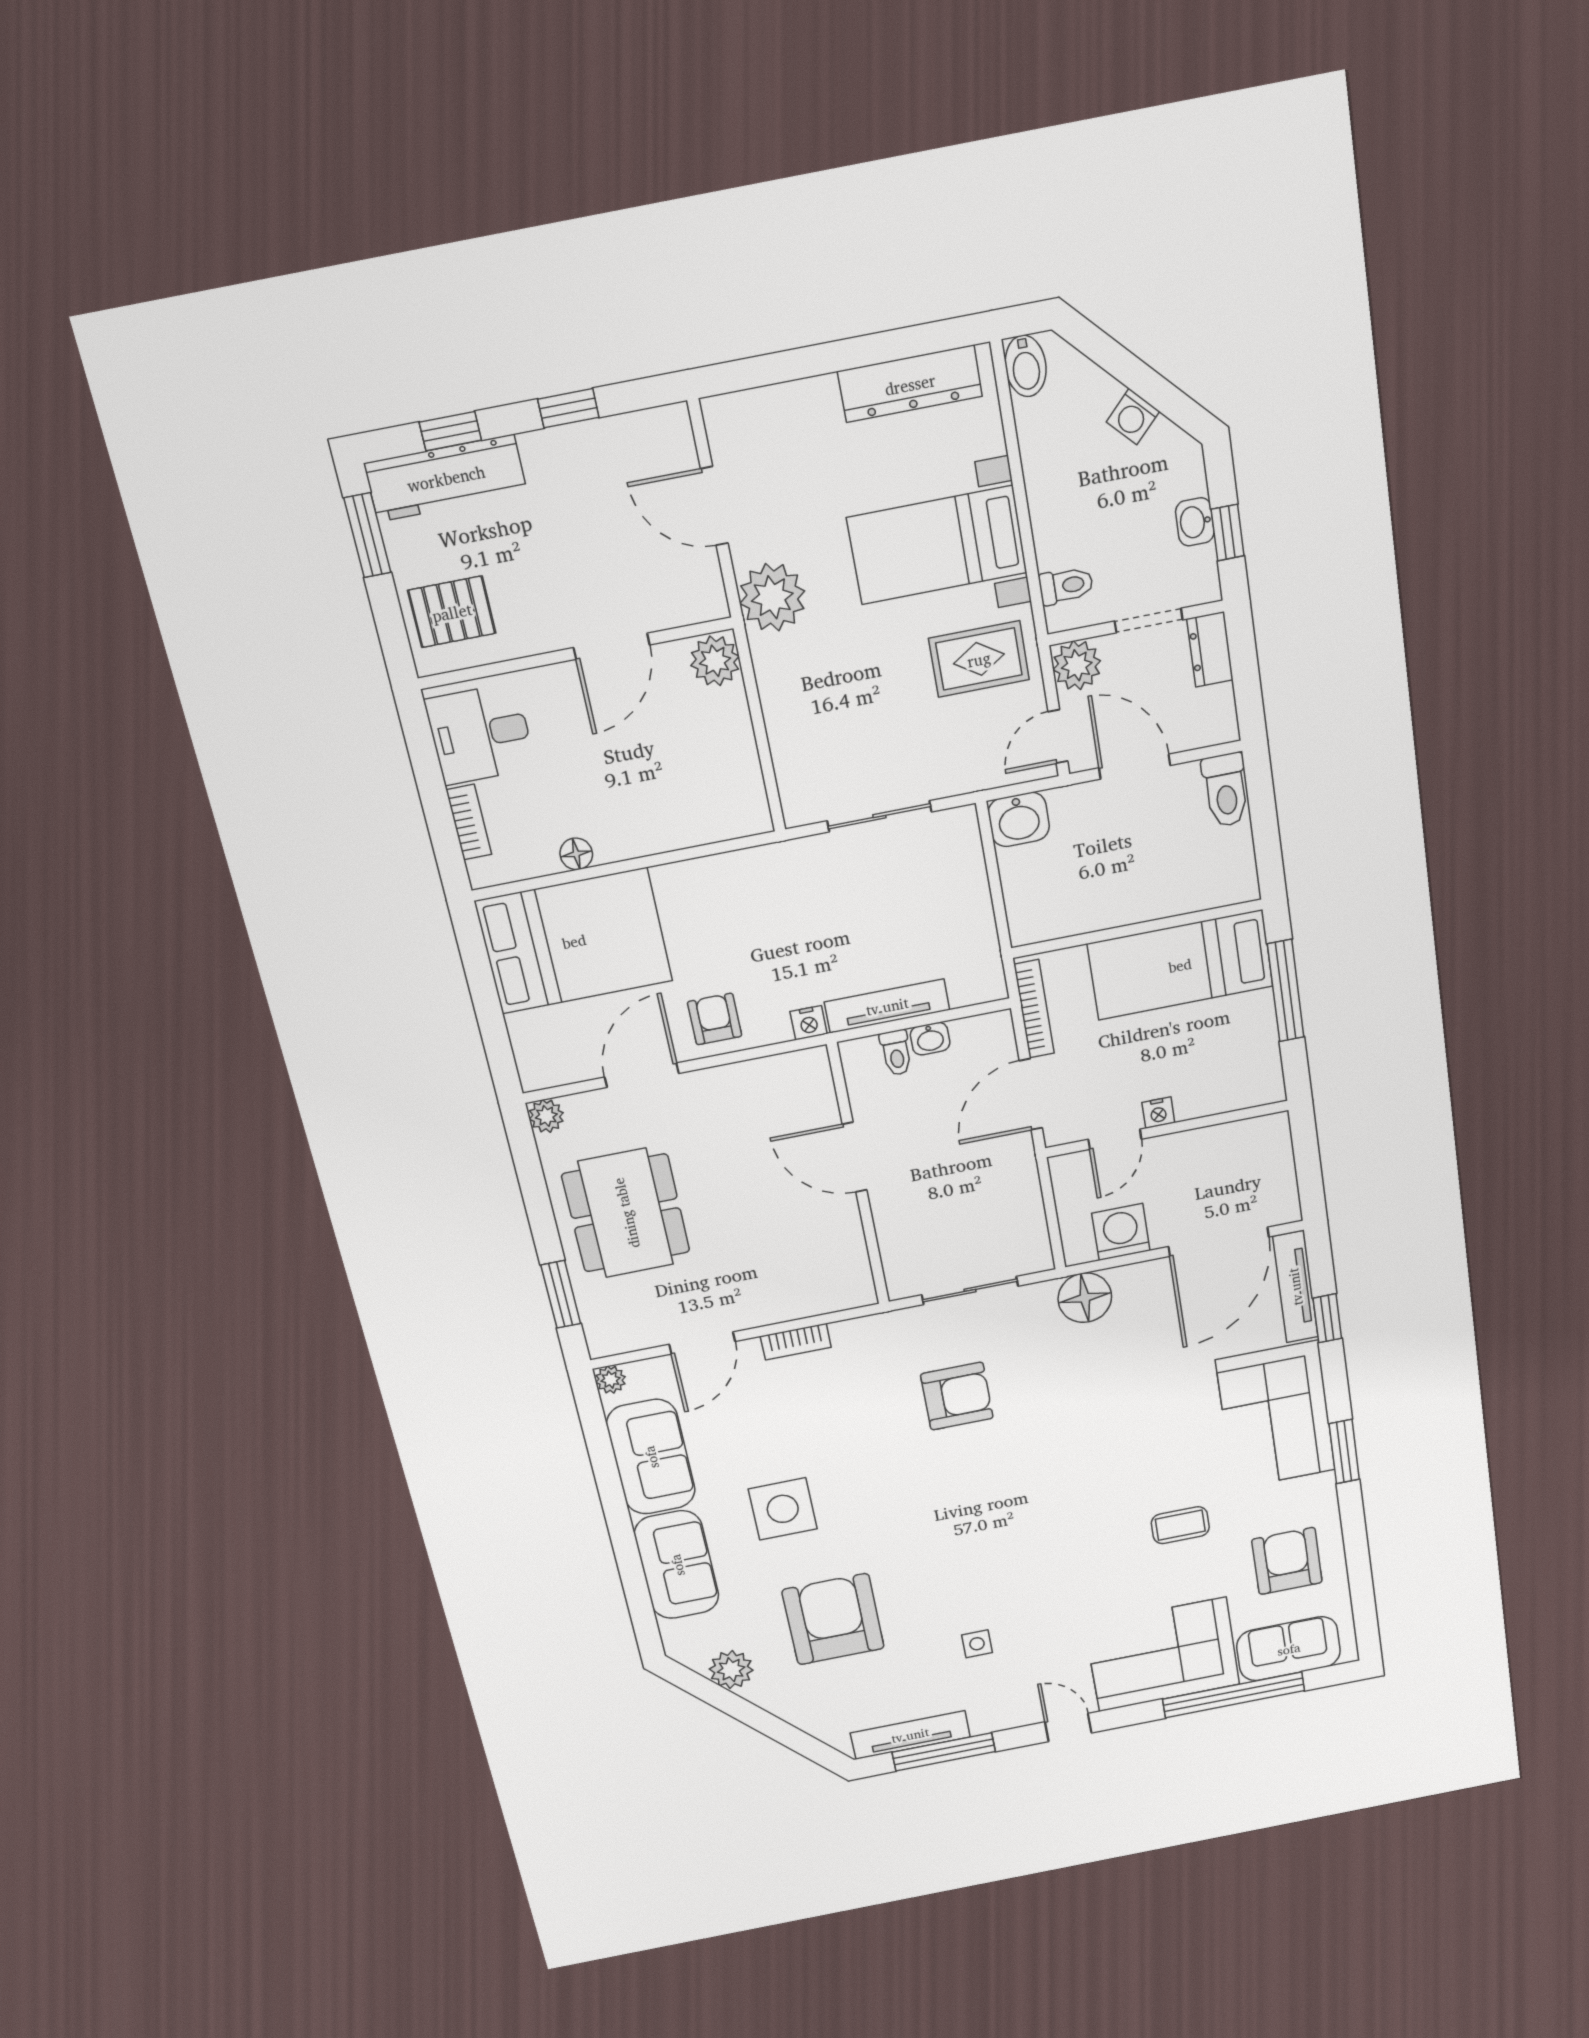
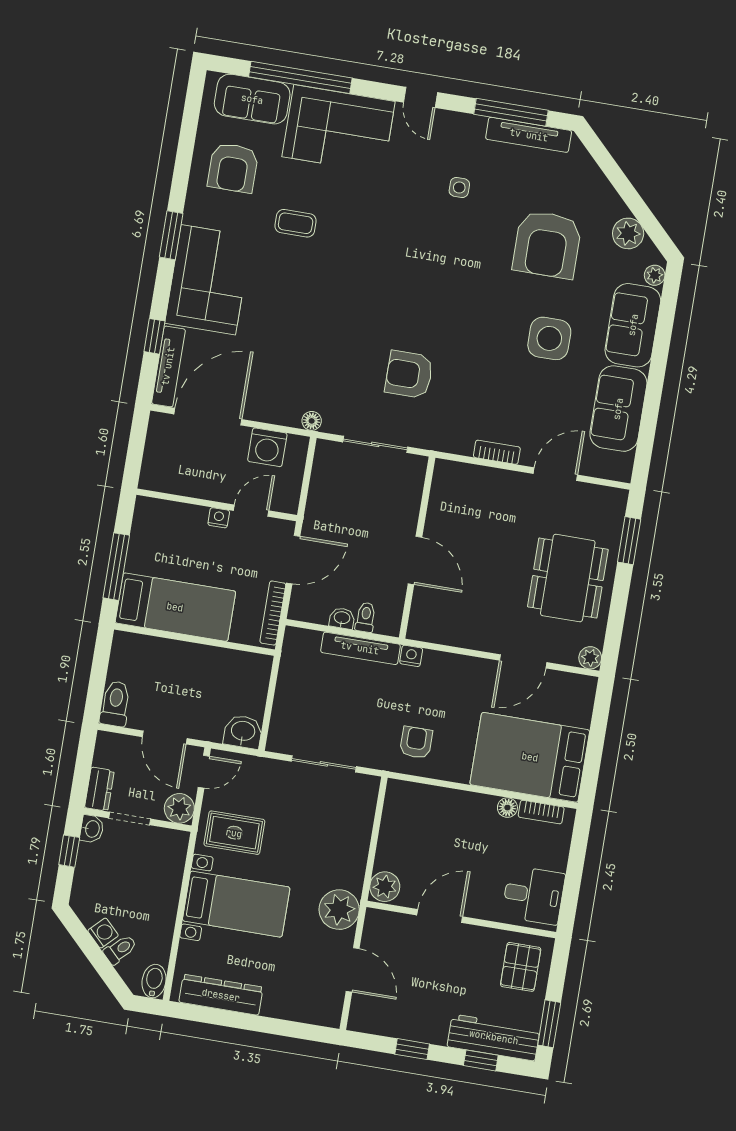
washbasin: (1195, 522) -> (92, 829), moved
toilet: (1066, 586) -> (120, 949), moved, turned 135
pallet: (452, 612) -> (521, 967), turned 90
bookcase: (469, 822) -> (541, 812), moved, turned -90
armchair: (715, 1019) -> (416, 742), moved, turned 180
floor lamp: (1085, 1298) -> (312, 421), width x0.53, depth x0.53
plant: (610, 1380) -> (655, 275), moved

